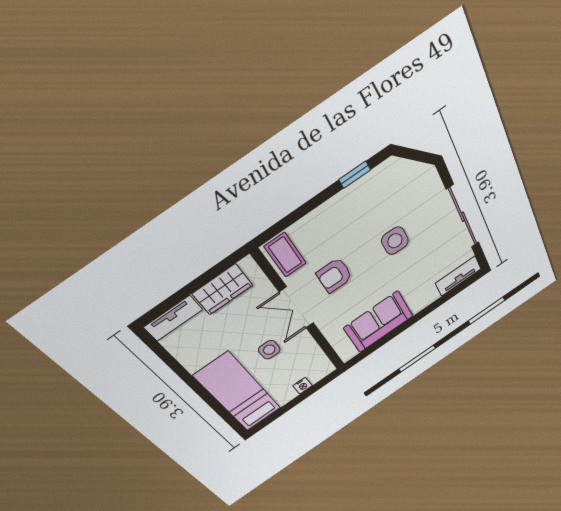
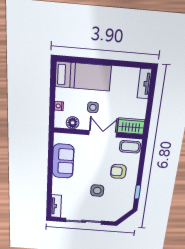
armchair: (334, 275) -> (118, 171), moved, turned -90
wardrobe: (223, 289) -> (131, 126), moved, turned 90
floor lamp: (312, 355) -> (73, 123), added

